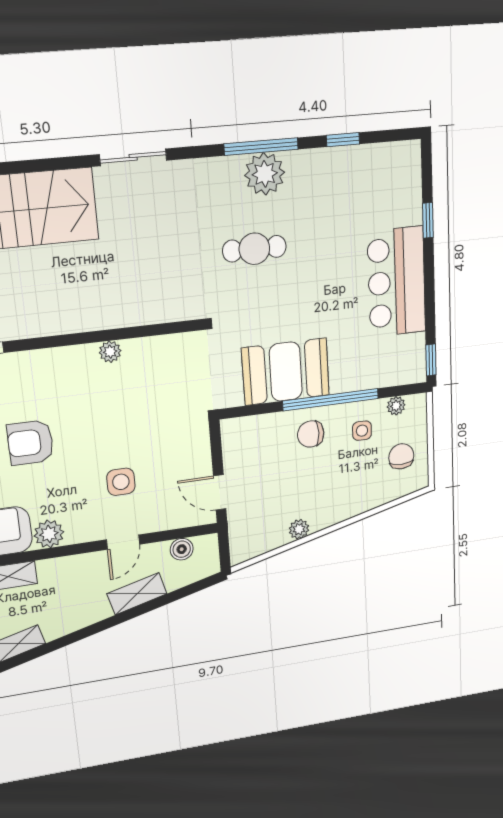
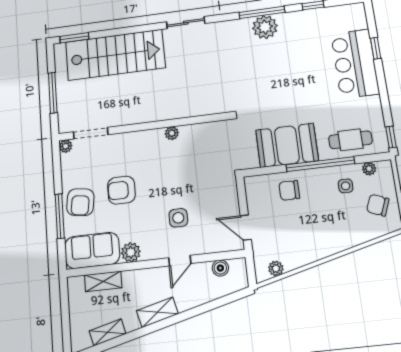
cafe table: (254, 249) -> (350, 140), moved
bar counter: (397, 282) -> (355, 64), moved
chair: (311, 434) -> (289, 190), moved
chair: (401, 456) -> (378, 205), turned -68
plant: (299, 529) -> (276, 268), moved
shelving: (137, 594) -> (157, 312), moved

